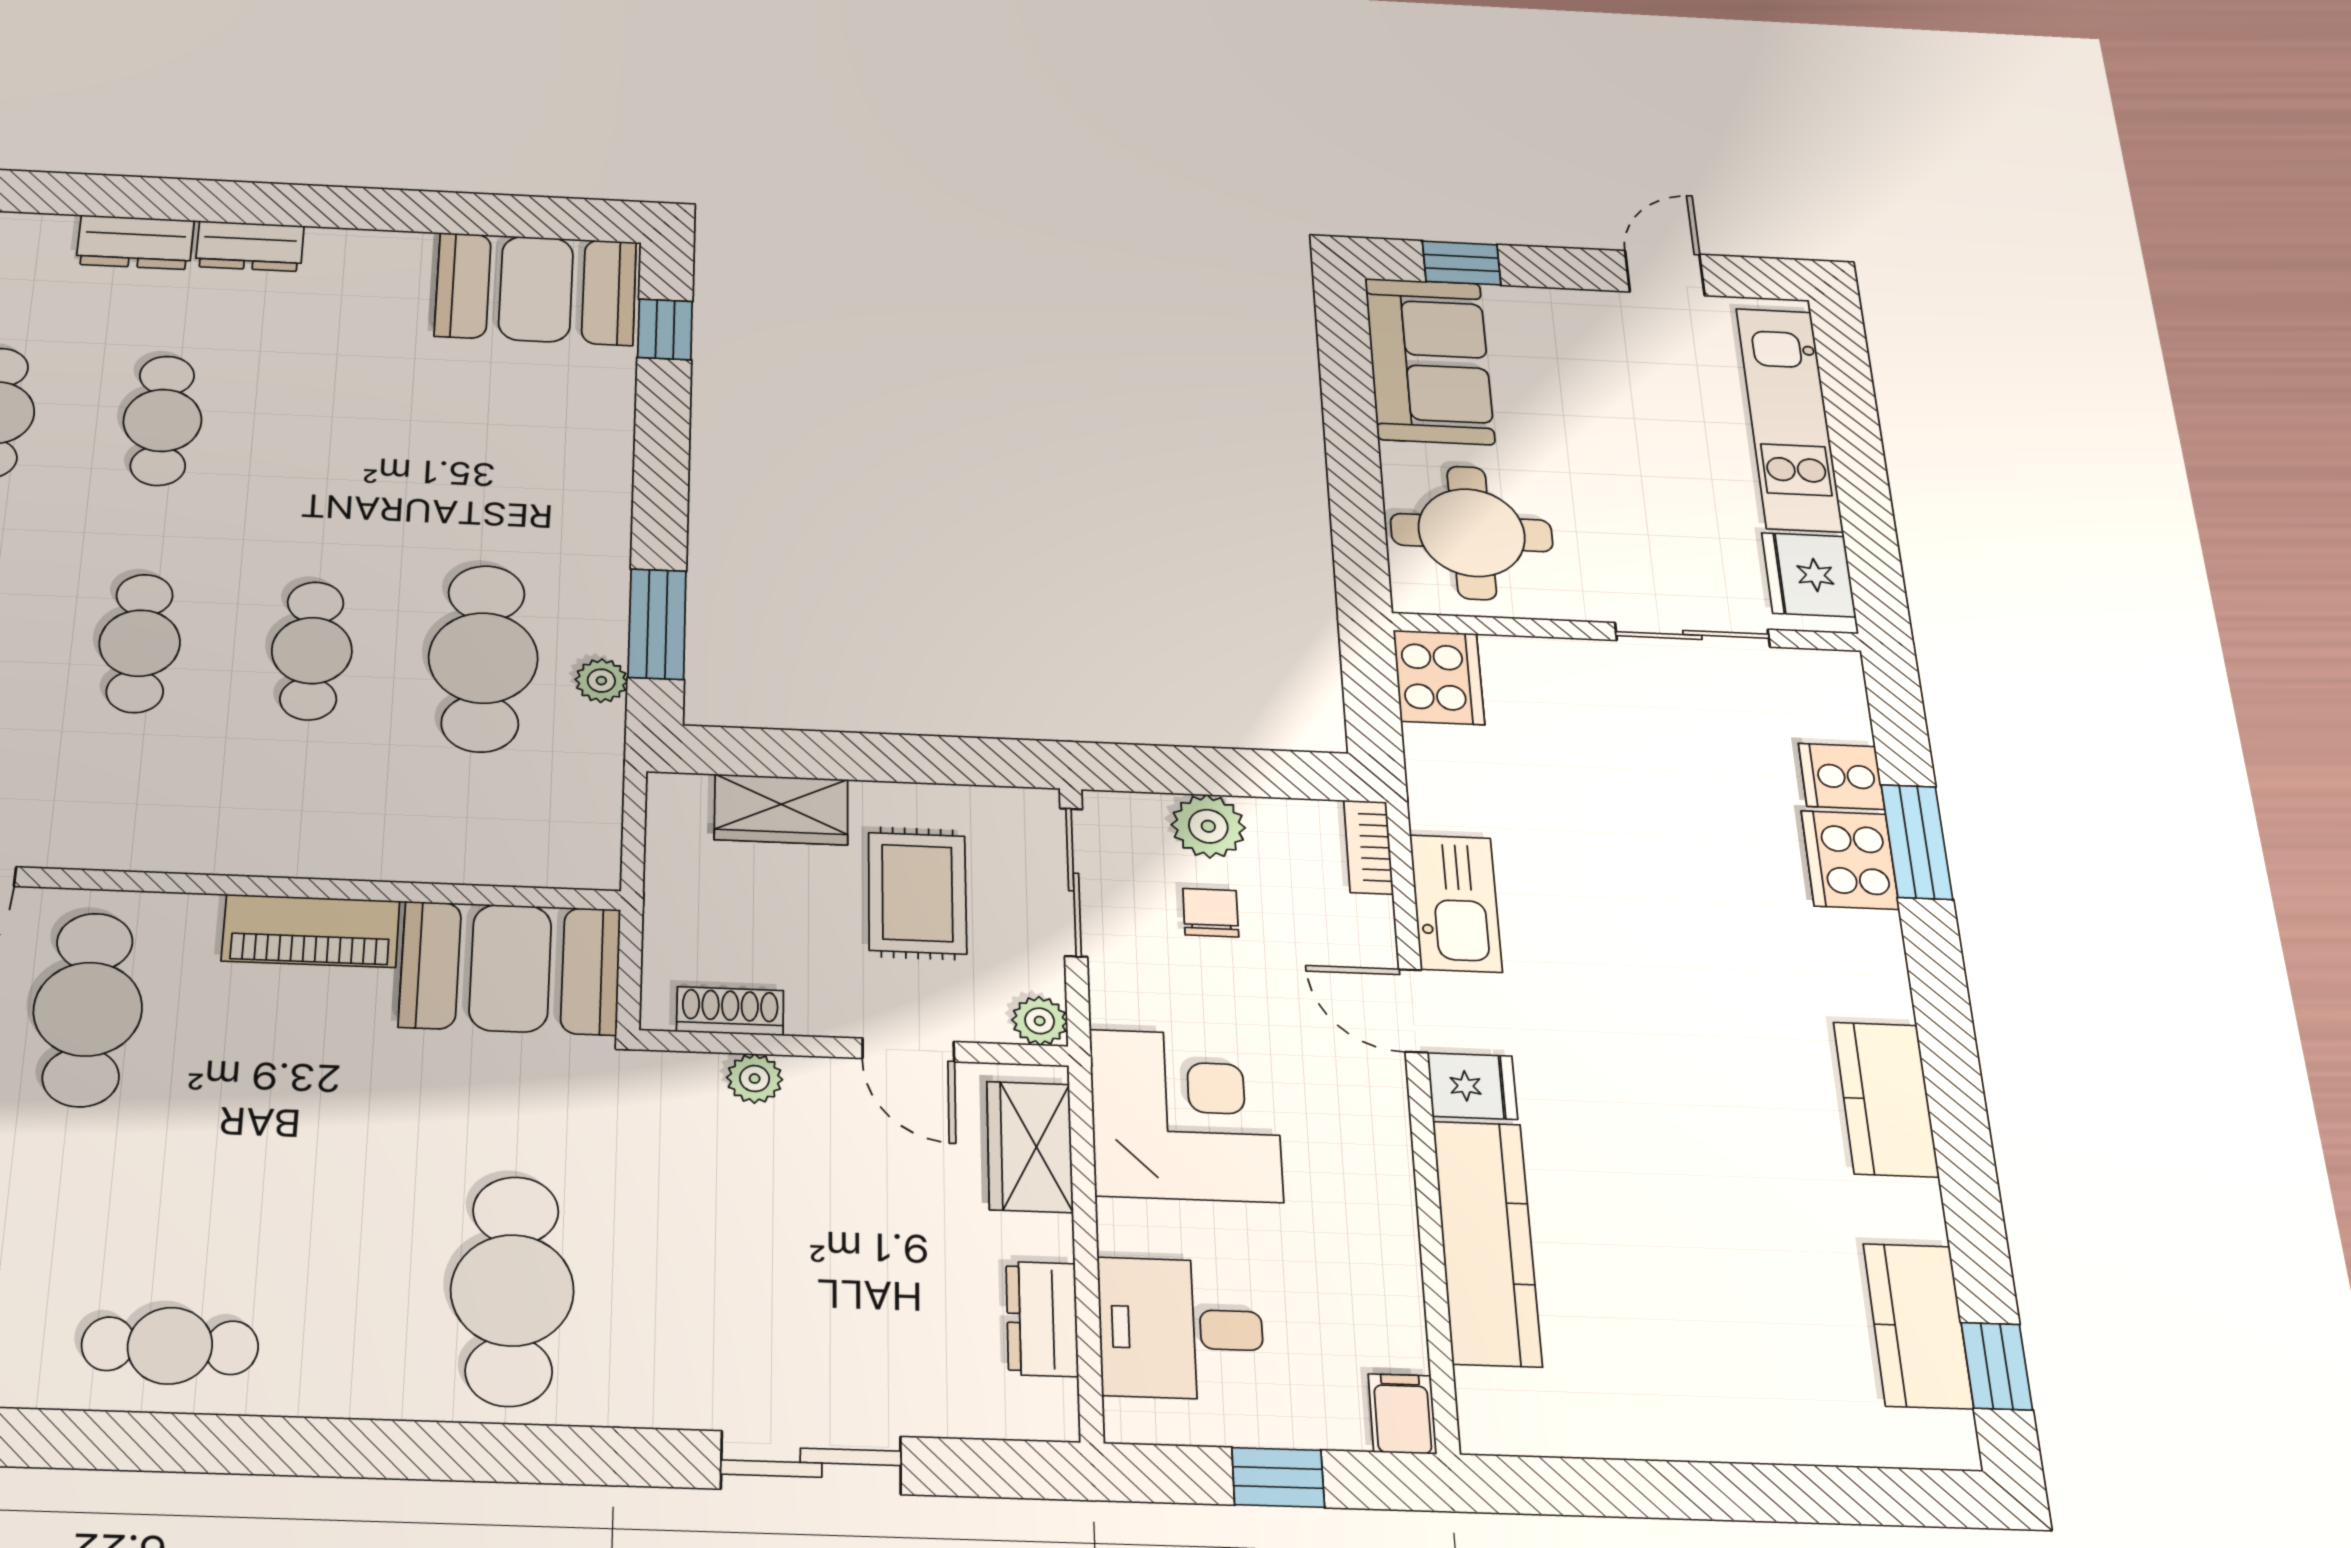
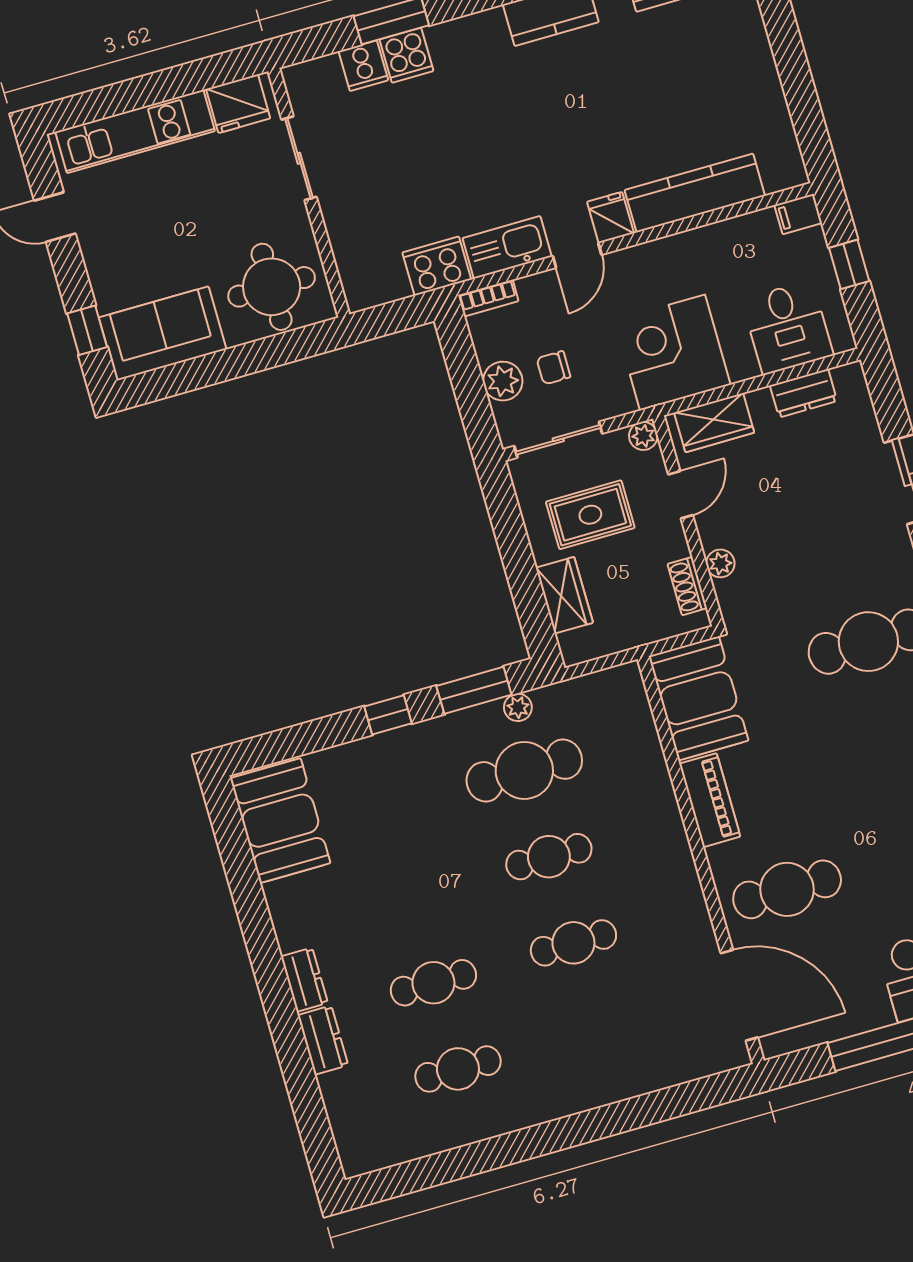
window: (665, 329) -> (388, 715), moved
cooker: (1439, 677) -> (437, 266), moved
cooker: (1850, 860) -> (406, 55), width x0.73

